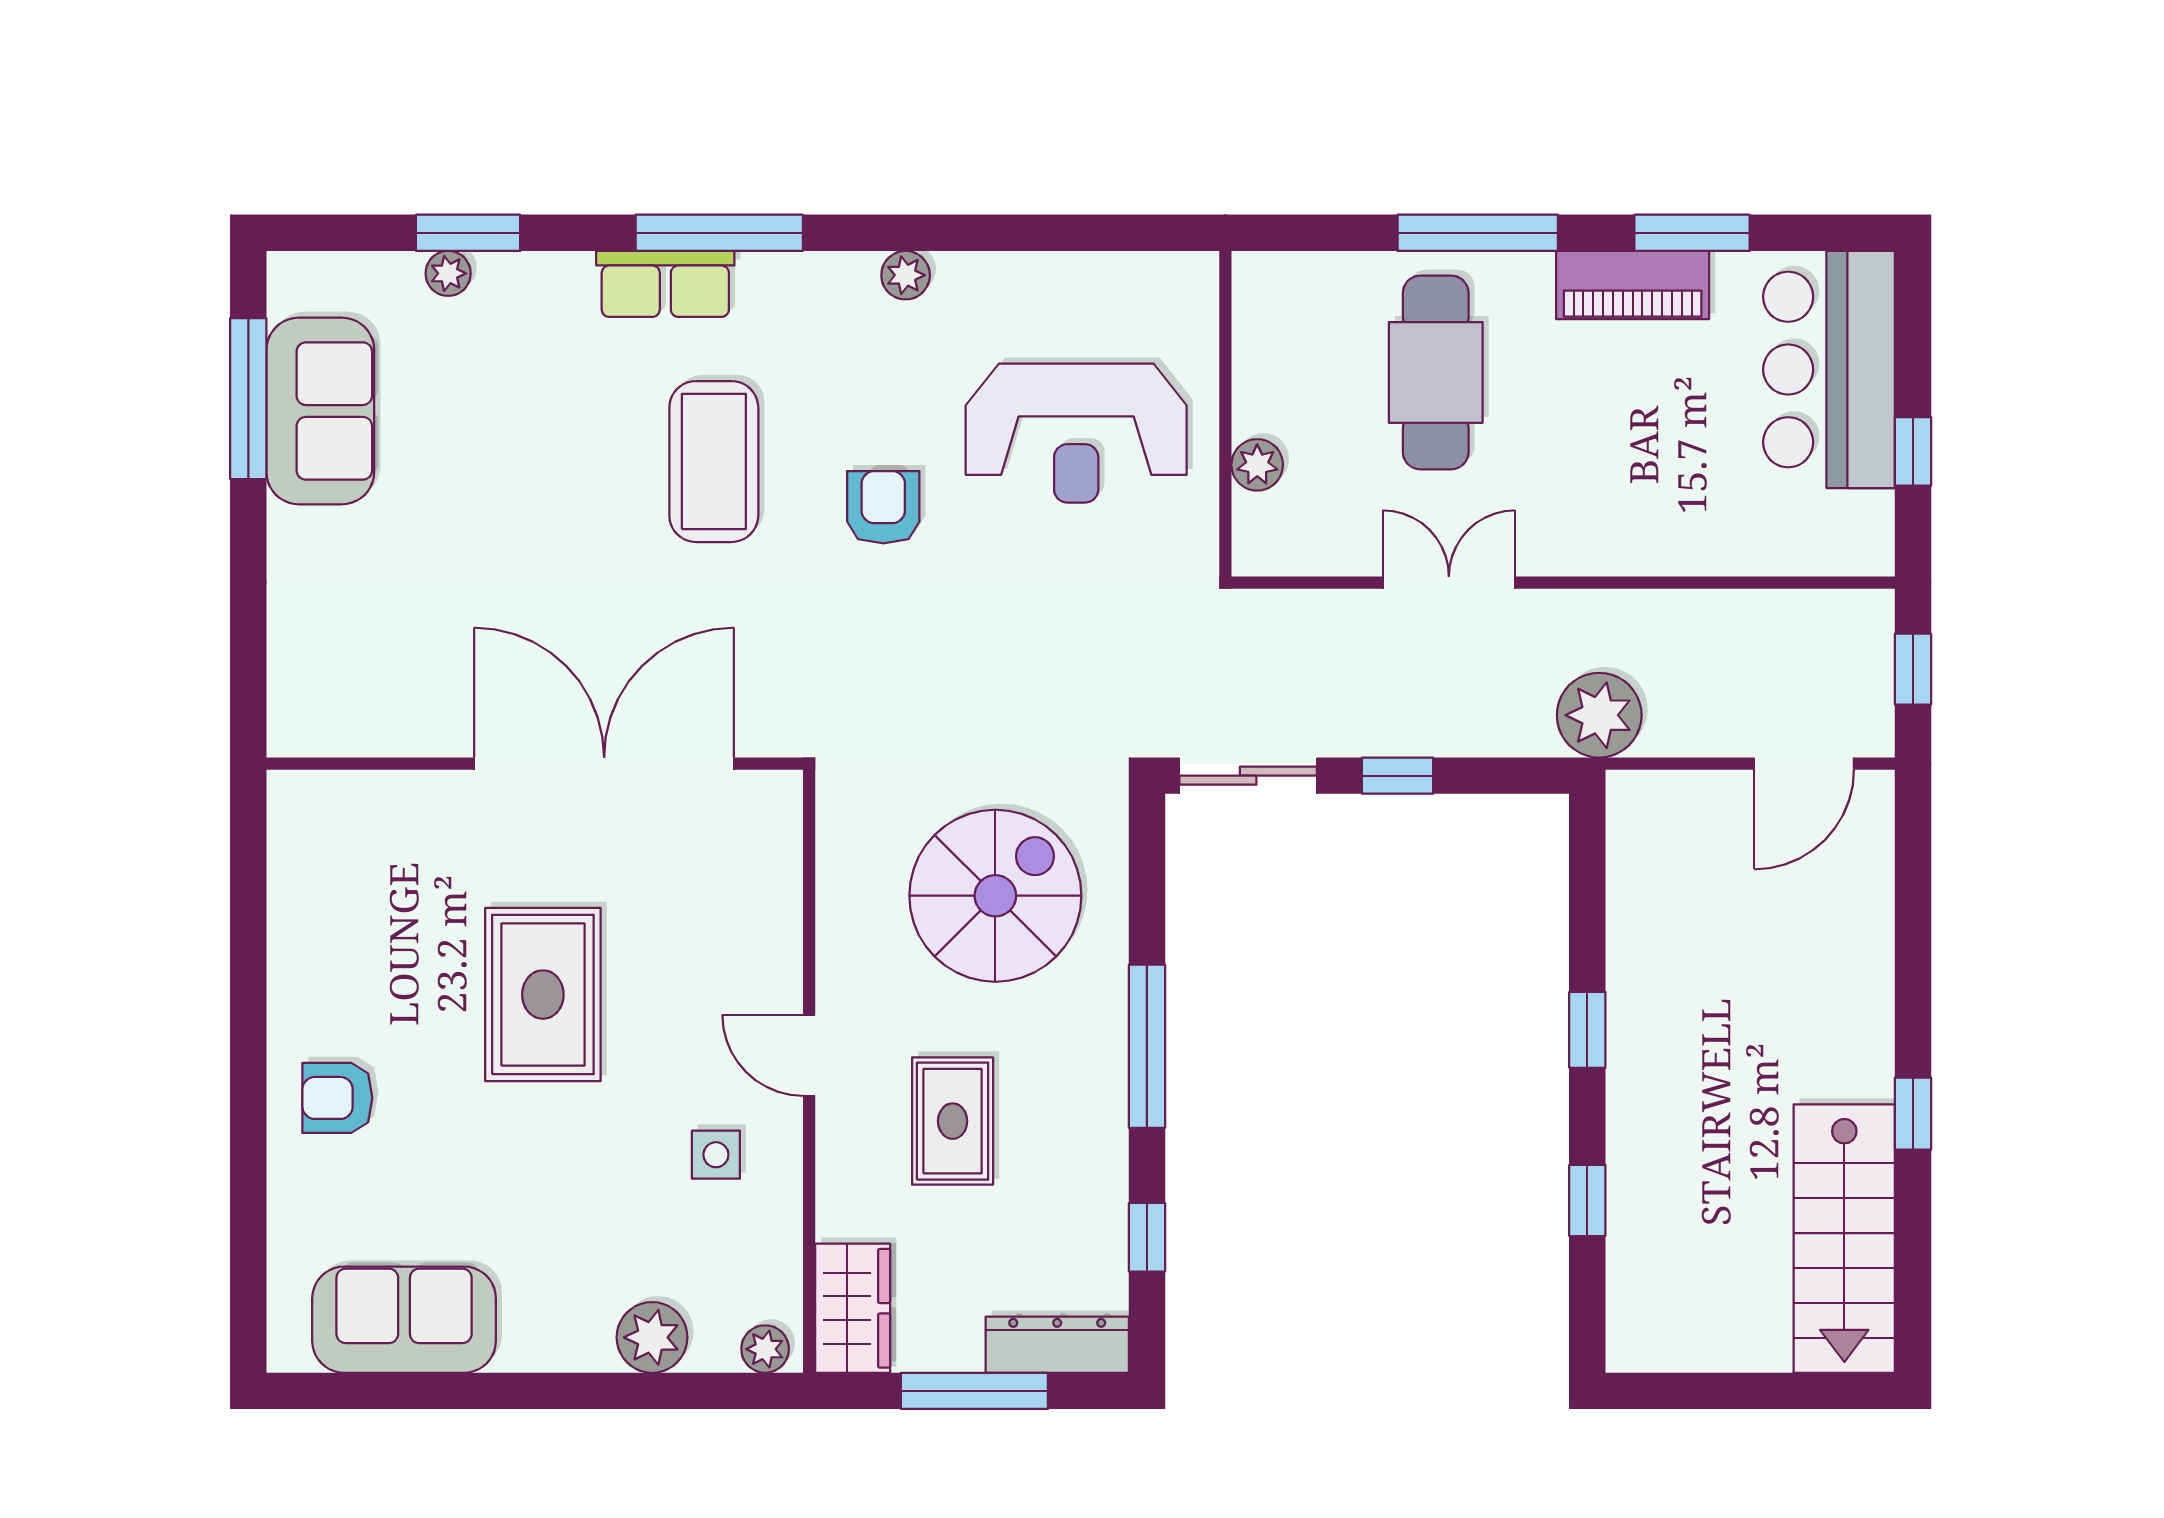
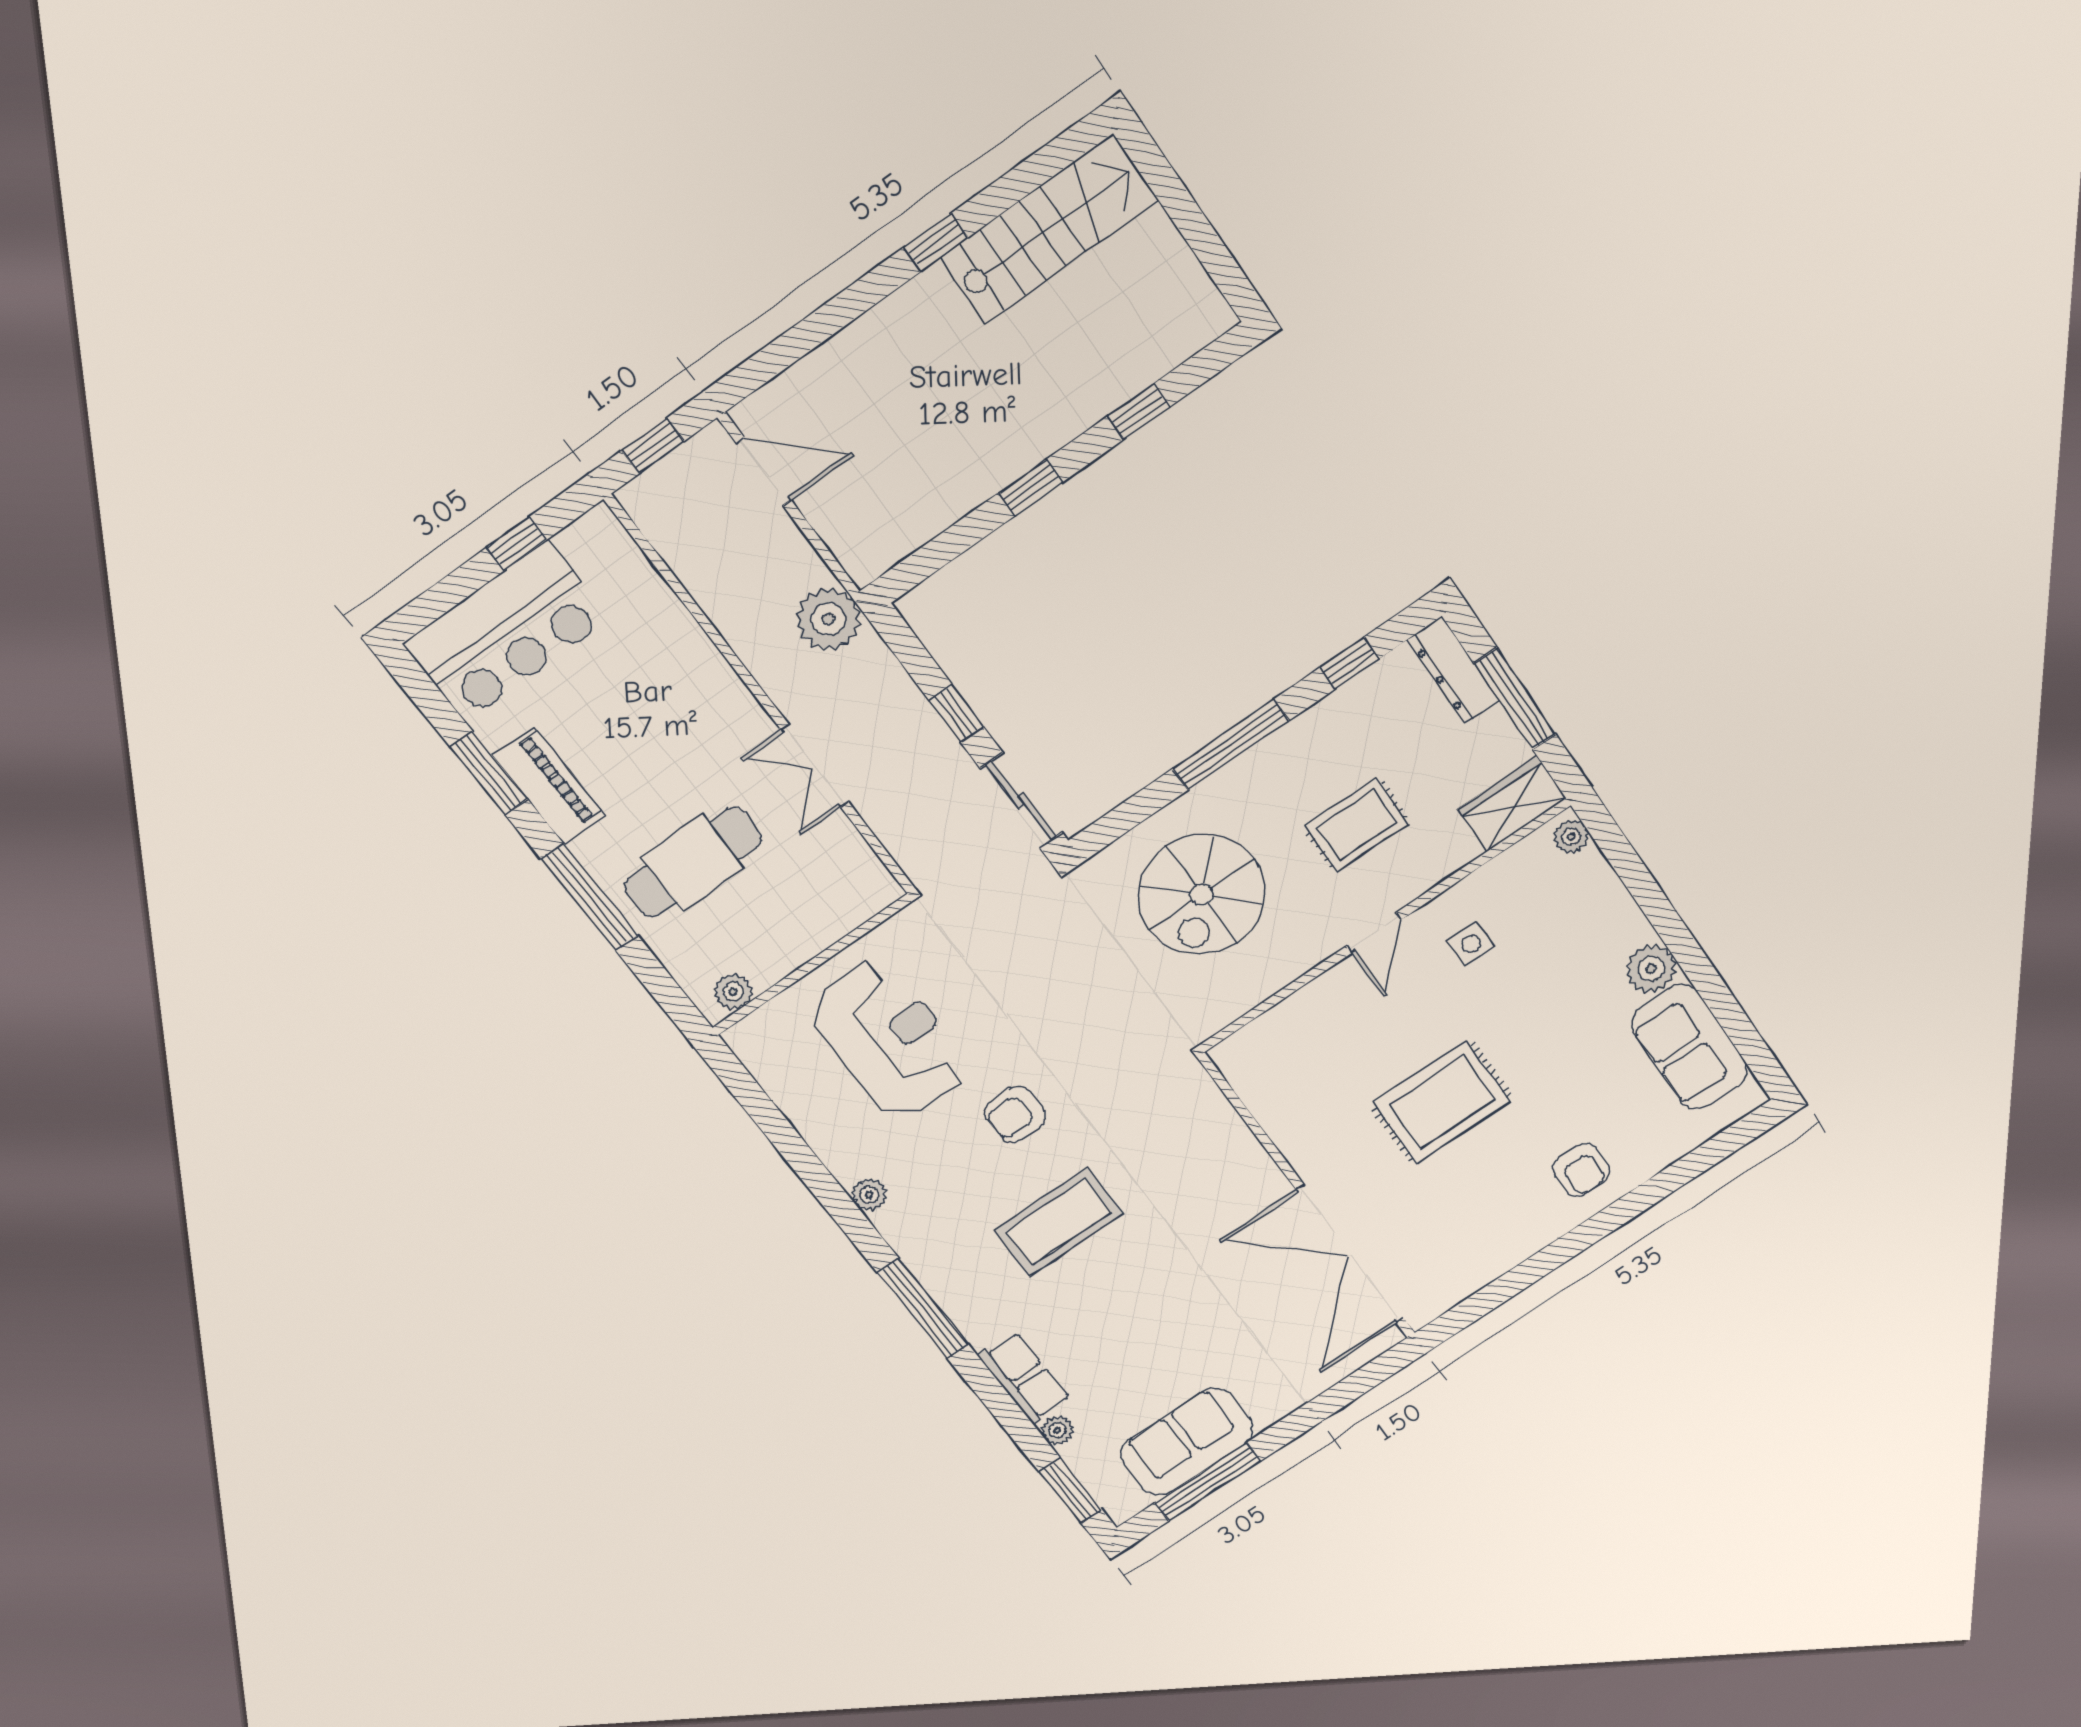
window: (468, 233) -> (1071, 1491), moved
row of seats: (665, 284) -> (1024, 1378), moved
plant: (1257, 465) -> (733, 992), moved
double door: (604, 764) -> (1350, 1254), moved
spiral stairs: (995, 896) -> (1202, 894), turned -90
plant: (652, 1337) -> (1651, 969), moved

